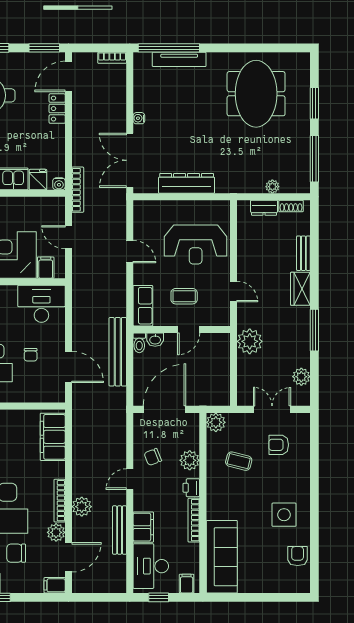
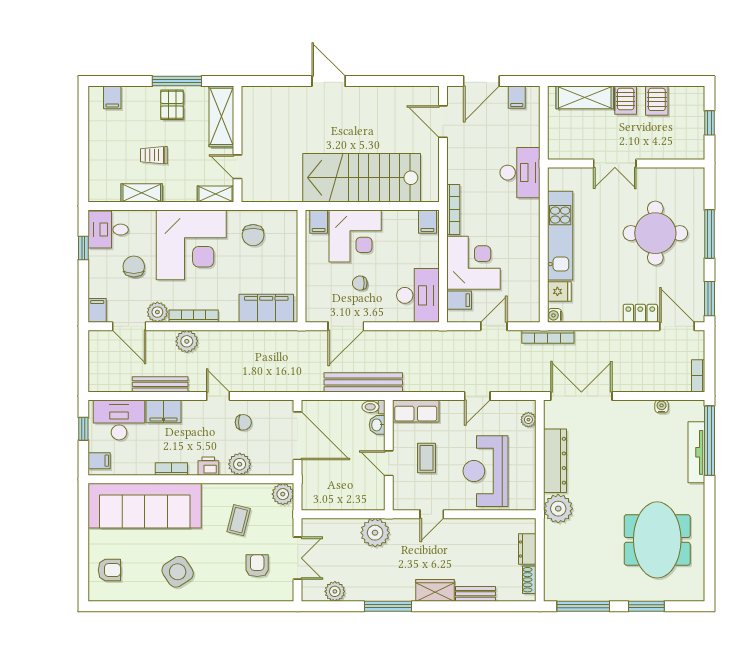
meeting table: (256, 94) -> (657, 540), turned 90
water cooler: (139, 118) -> (662, 406), moved
plant: (272, 187) -> (558, 509), moved, width x1.88, depth x1.88
plant: (151, 207) -> (528, 420), added
chair: (153, 457) -> (243, 422), turned 112
side table: (284, 515) -> (178, 572), turned -33
bookcase: (194, 520) -> (171, 469), width x0.64
armchair: (298, 556) -> (109, 570), moved
sofa: (222, 557) -> (145, 506), width x1.36, depth x1.27

